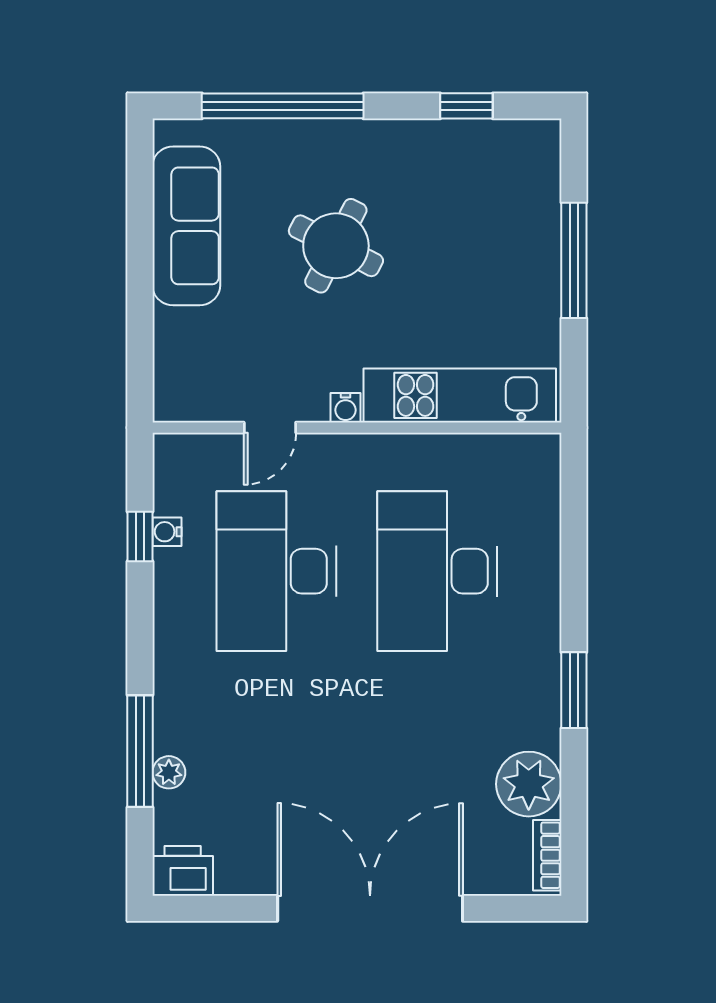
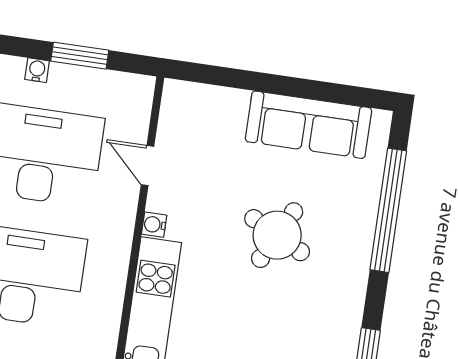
water cooler: (167, 532) -> (37, 70), moved
window: (140, 537) -> (80, 56), width x1.50

